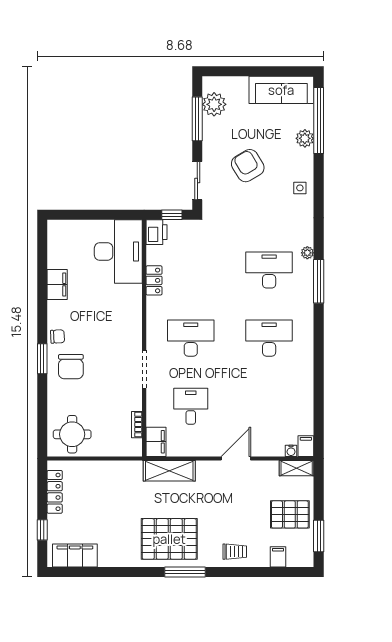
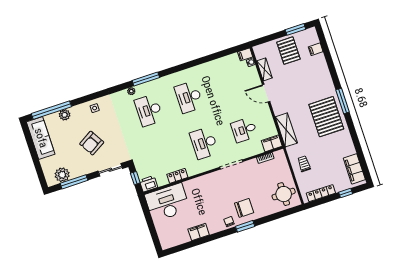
shelving: (297, 468) -> (265, 69), moved
trolley: (235, 552) -> (304, 164), moved

